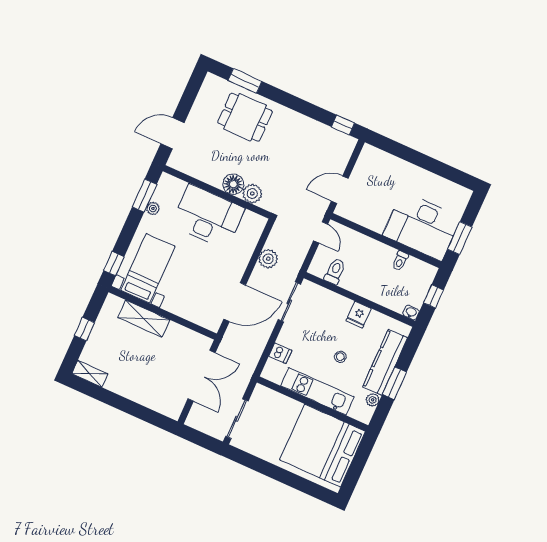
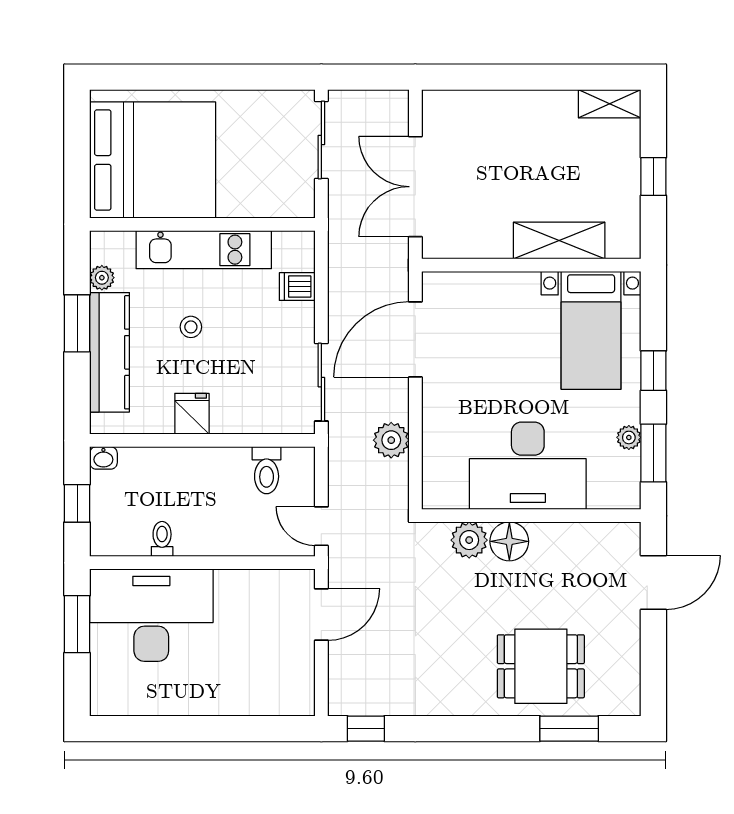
window: (114, 264) -> (653, 371), moved

